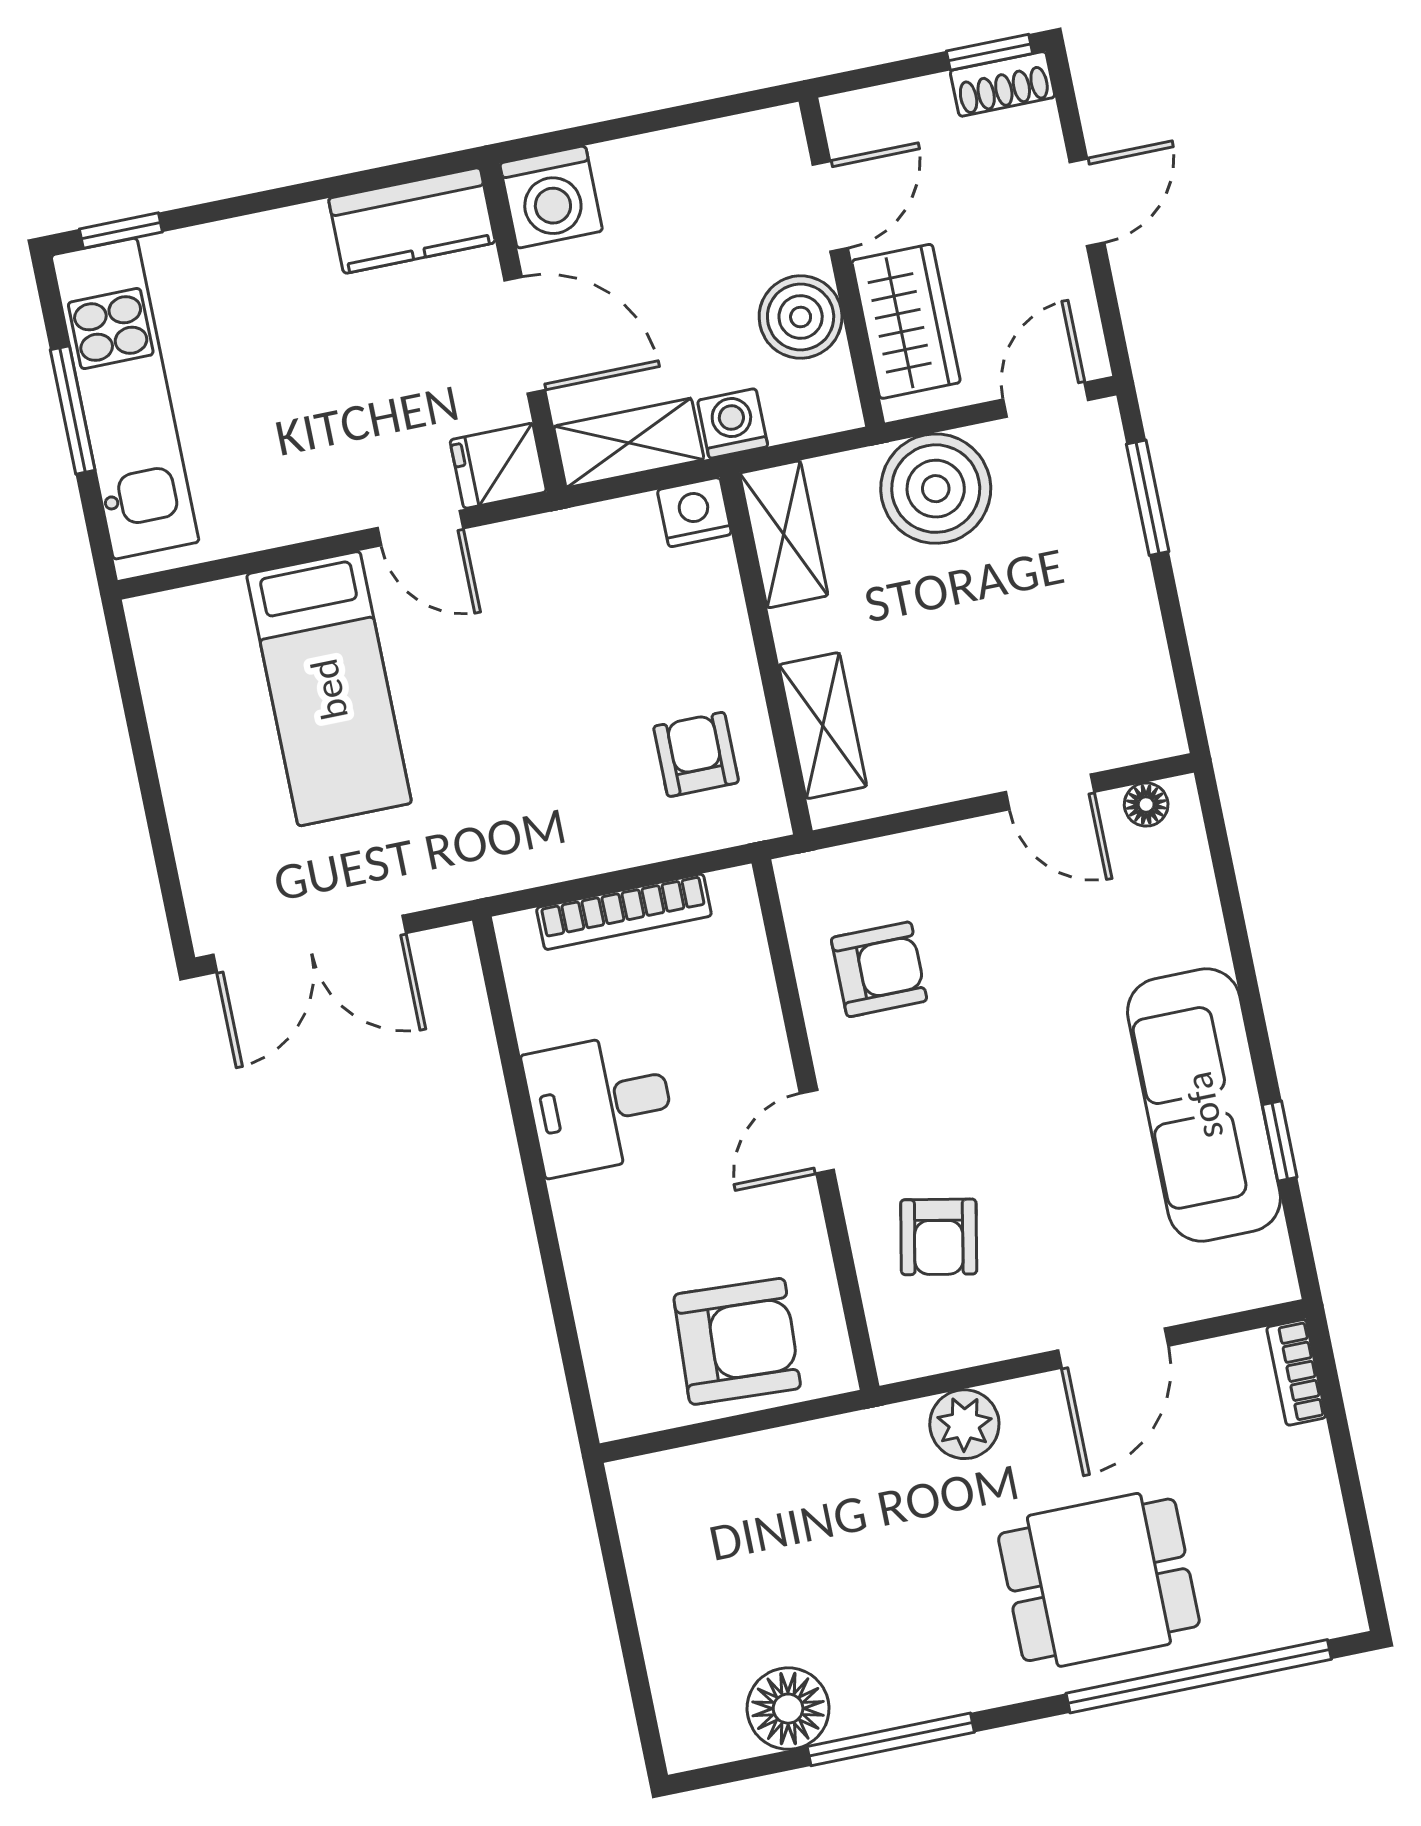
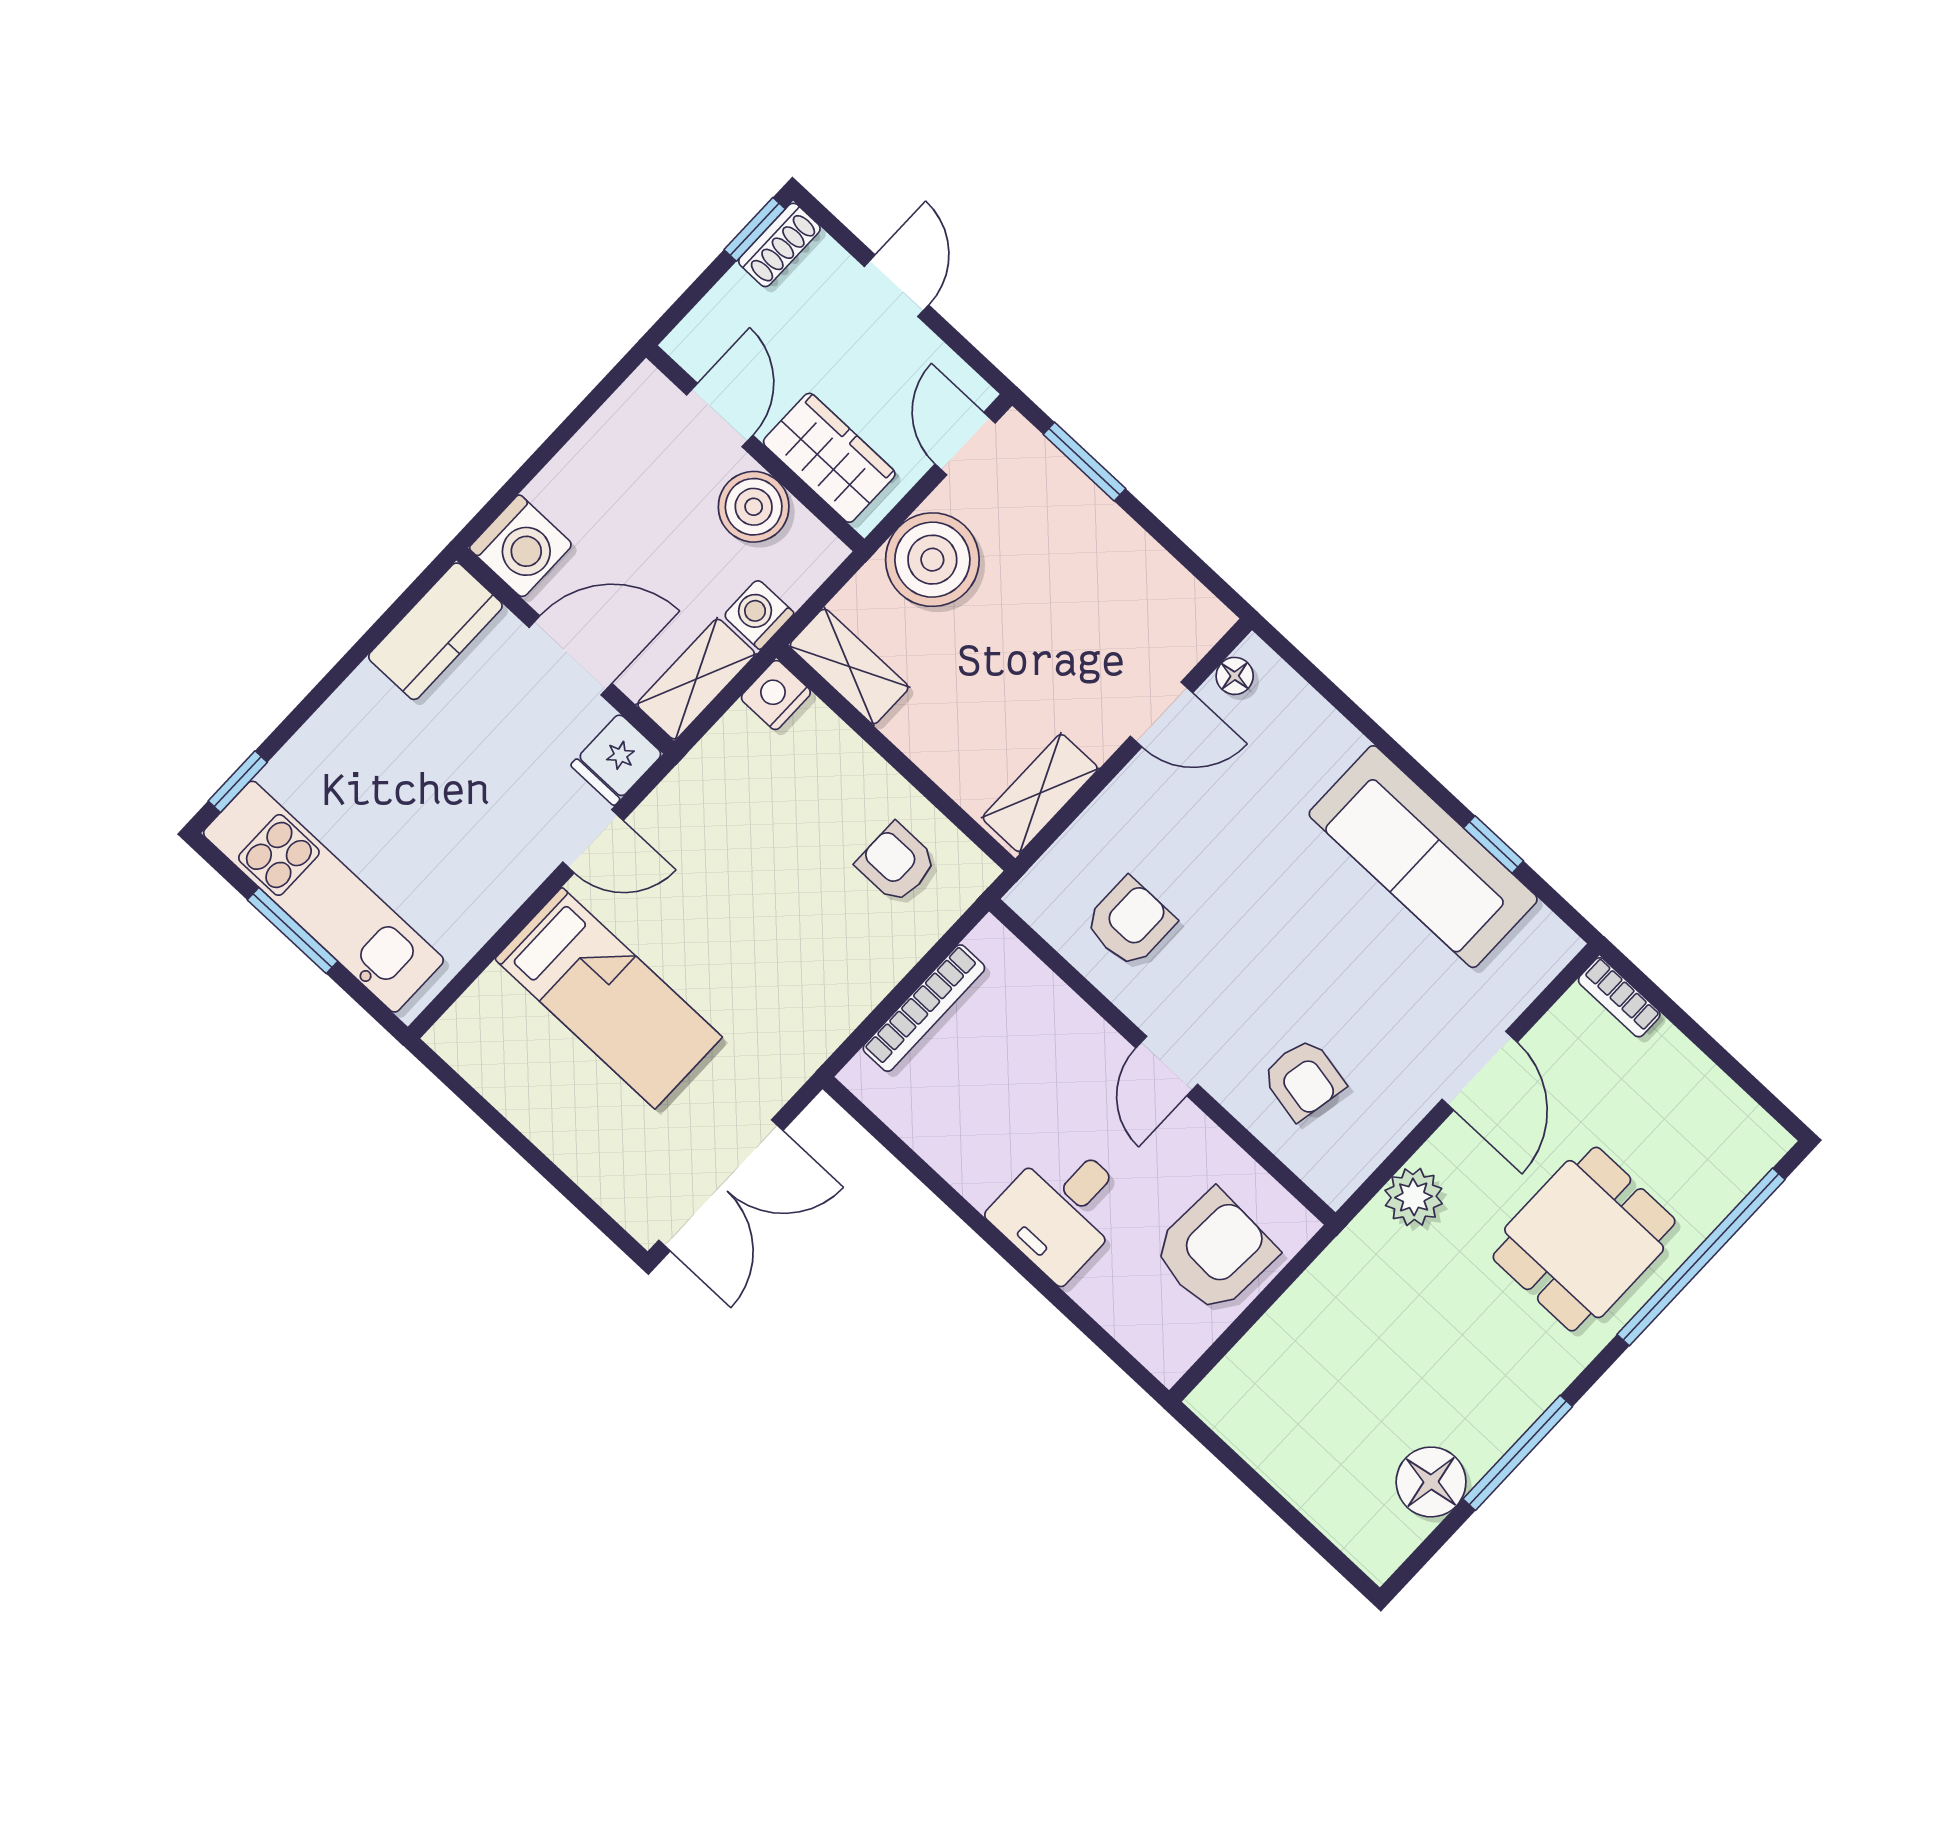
shelving: (823, 726) -> (1040, 793), moved, turned 90
desk: (600, 1104) -> (1062, 1210), moved

